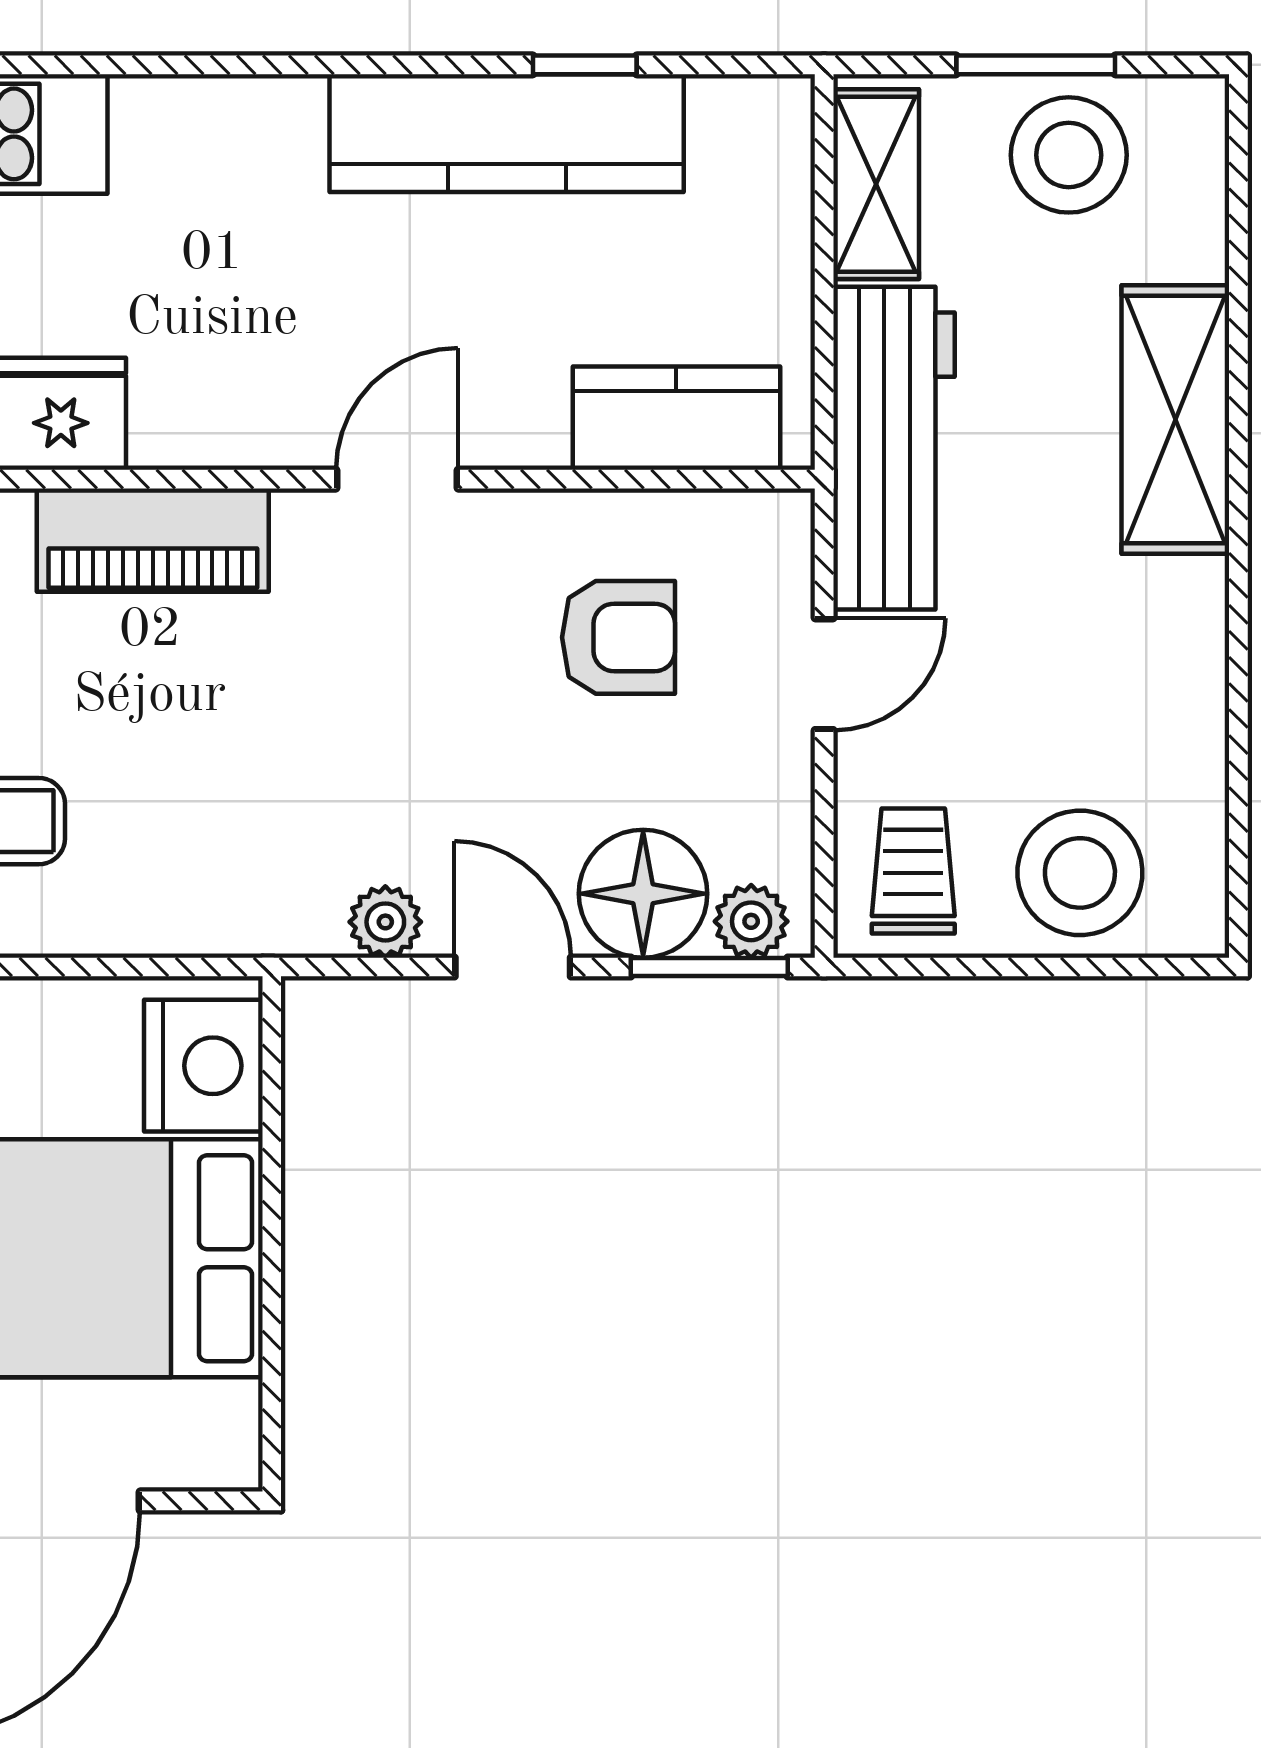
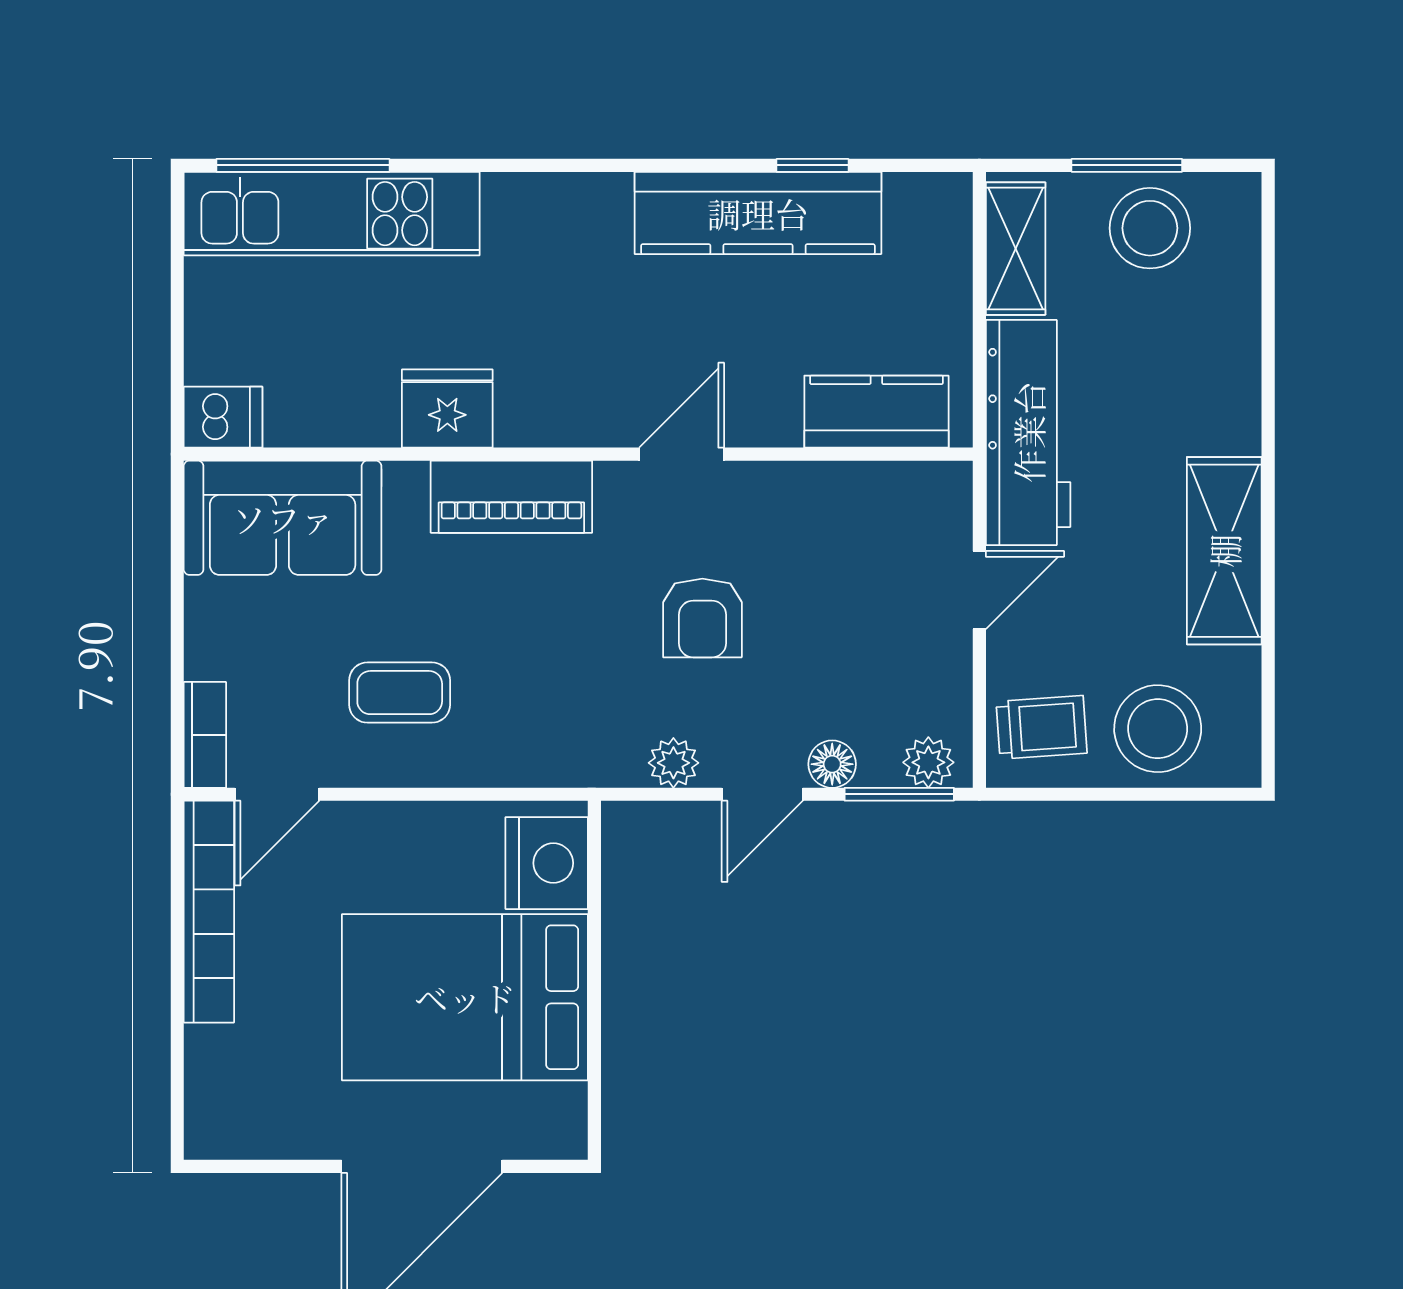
shelving: (1175, 420) -> (1224, 551), moved
armchair: (619, 637) -> (702, 618), moved, turned 90
trolley: (913, 871) -> (1041, 727), turned 86
floor lamp: (643, 894) -> (832, 764), width x0.53, depth x0.53
door: (513, 967) -> (762, 794), swing flipped

